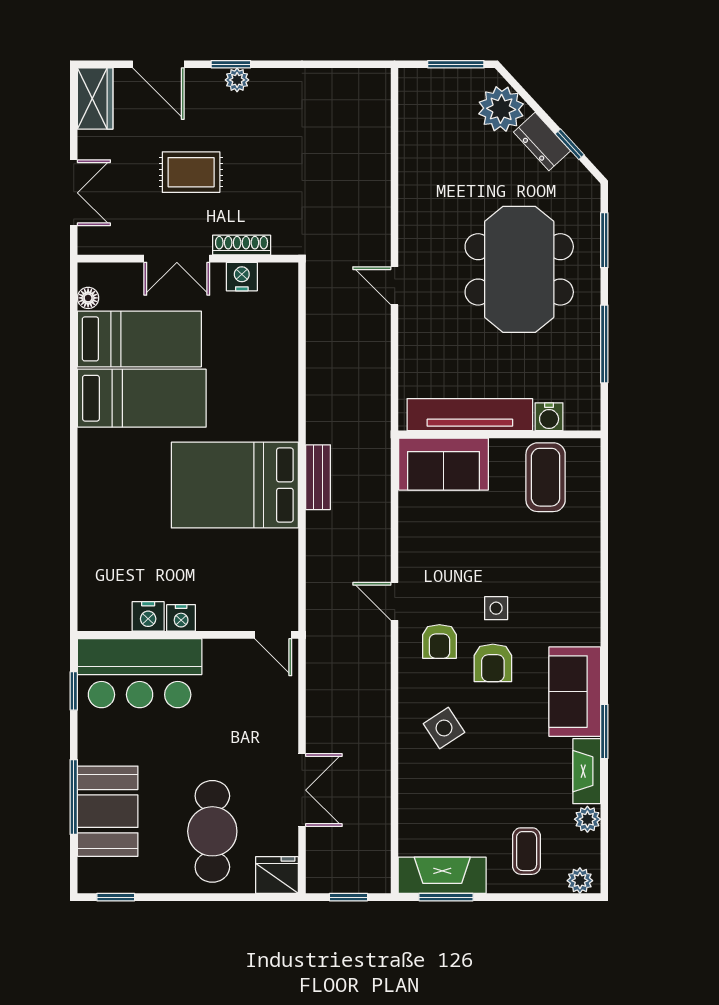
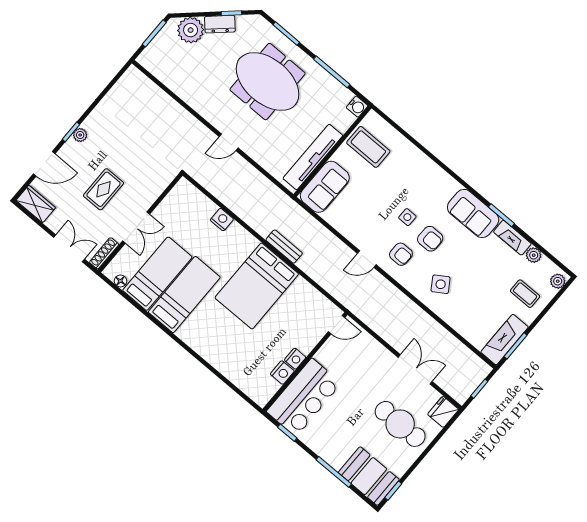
shoe rack: (242, 245) -> (104, 253), moved
nightstand: (242, 277) -> (222, 220), moved, turned 90
water cooler: (549, 417) -> (357, 107), moved
booth: (108, 811) -> (369, 476), moved

